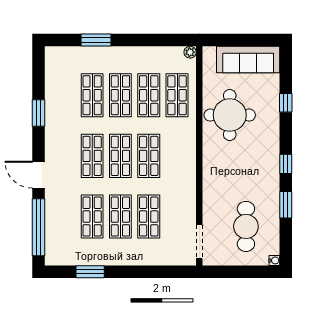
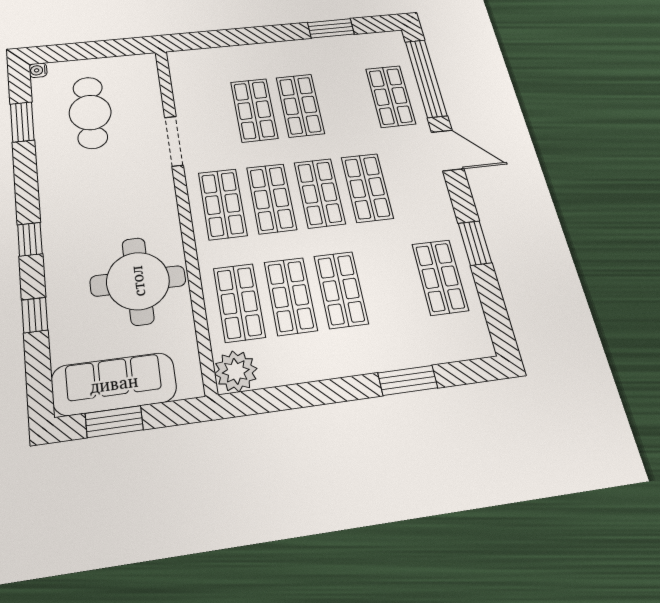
window: (250, 40) -> (114, 422), added
plant: (190, 52) -> (236, 371), width x1.87, depth x1.87
shop shelf: (92, 95) -> (440, 277), moved
shop shelf: (177, 156) -> (223, 204), added
window: (286, 164) -> (30, 239), moved
window: (286, 205) -> (22, 122), moved
shop shelf: (92, 217) -> (391, 96), moved
doorway: (199, 242) -> (174, 141), moved

